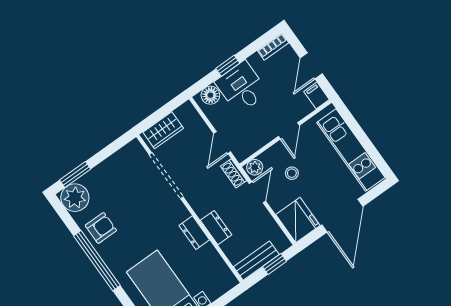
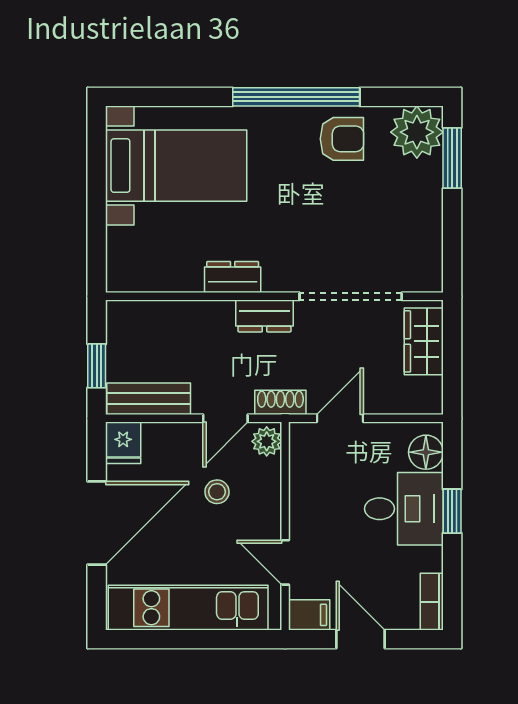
door: (289, 131) -> (285, 562), moved
door: (222, 143) -> (340, 418), hinge flipped
door: (257, 192) -> (225, 418), hinge flipped
door: (342, 216) -> (97, 523), swing flipped
fridge: (298, 220) -> (123, 443), width x0.53, depth x0.75
armchair: (101, 228) -> (342, 139), turned -90
dresser: (216, 228) -> (264, 316), moved
bench: (256, 261) -> (149, 399), moved, turned 90

